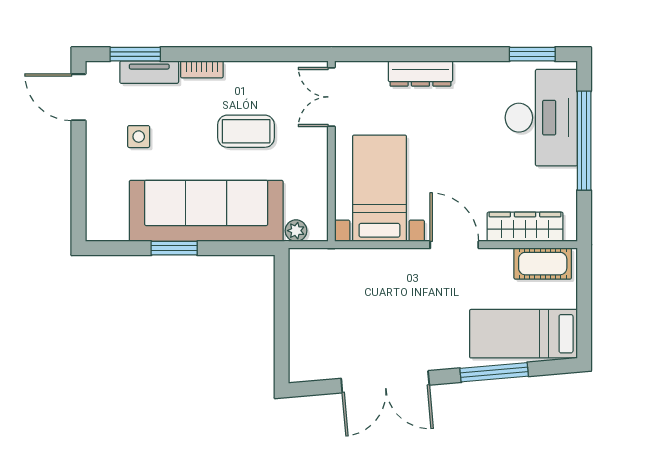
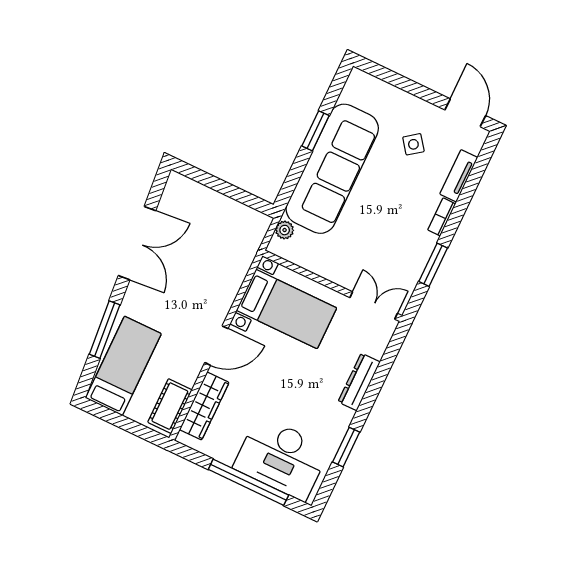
window: (135, 54) -> (433, 265), moved
window: (532, 54) -> (346, 447), moved
door: (78, 97) -> (465, 113), hinge flipped
coffee table: (246, 131) -> (379, 228), removed
side table: (139, 137) -> (413, 144), turned -37
double door: (385, 382) -> (137, 243), swing flipped

